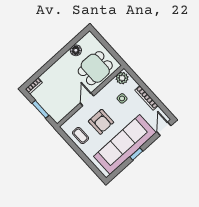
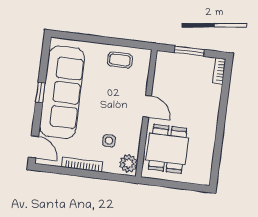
floor lamp: (76, 50) -> (206, 150), removed
armchair: (101, 122) -> (110, 95), removed

